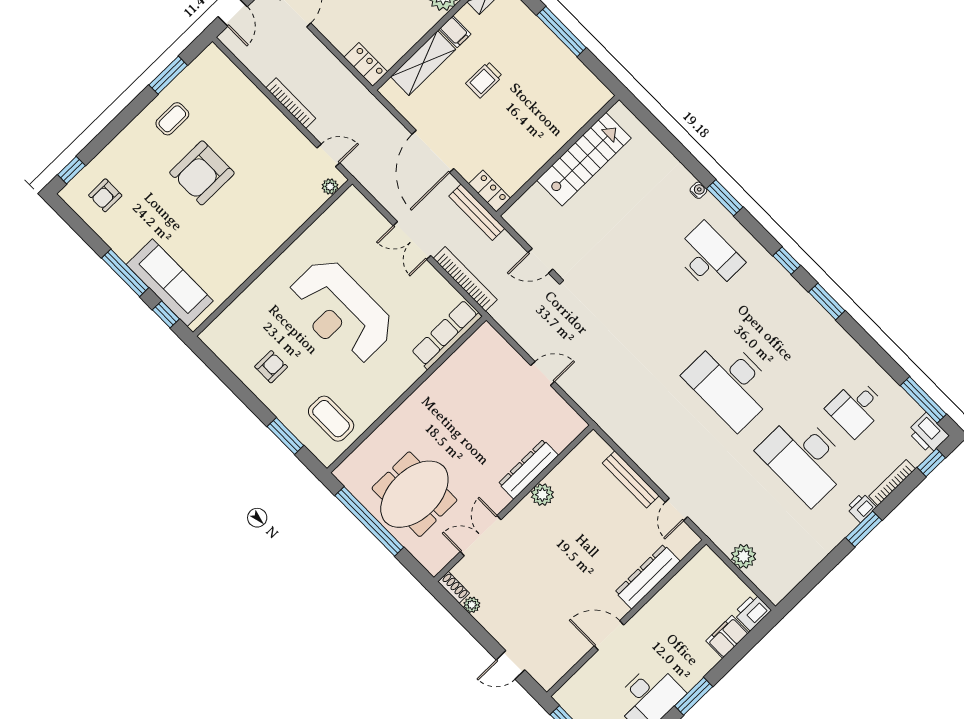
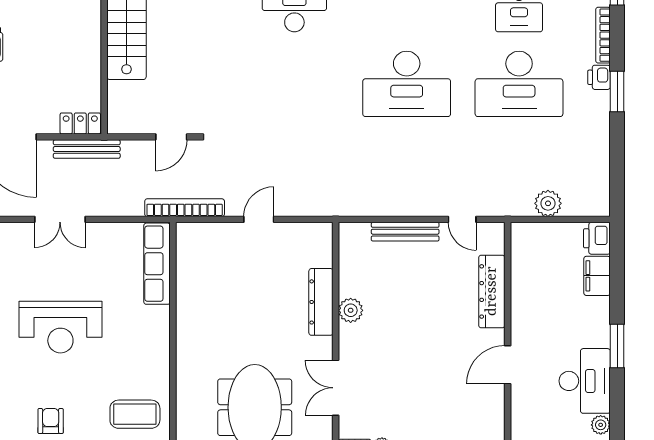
bookcase: (465, 279) -> (185, 208), moved
reception desk: (340, 312) -> (60, 327), width x0.74, depth x0.77

